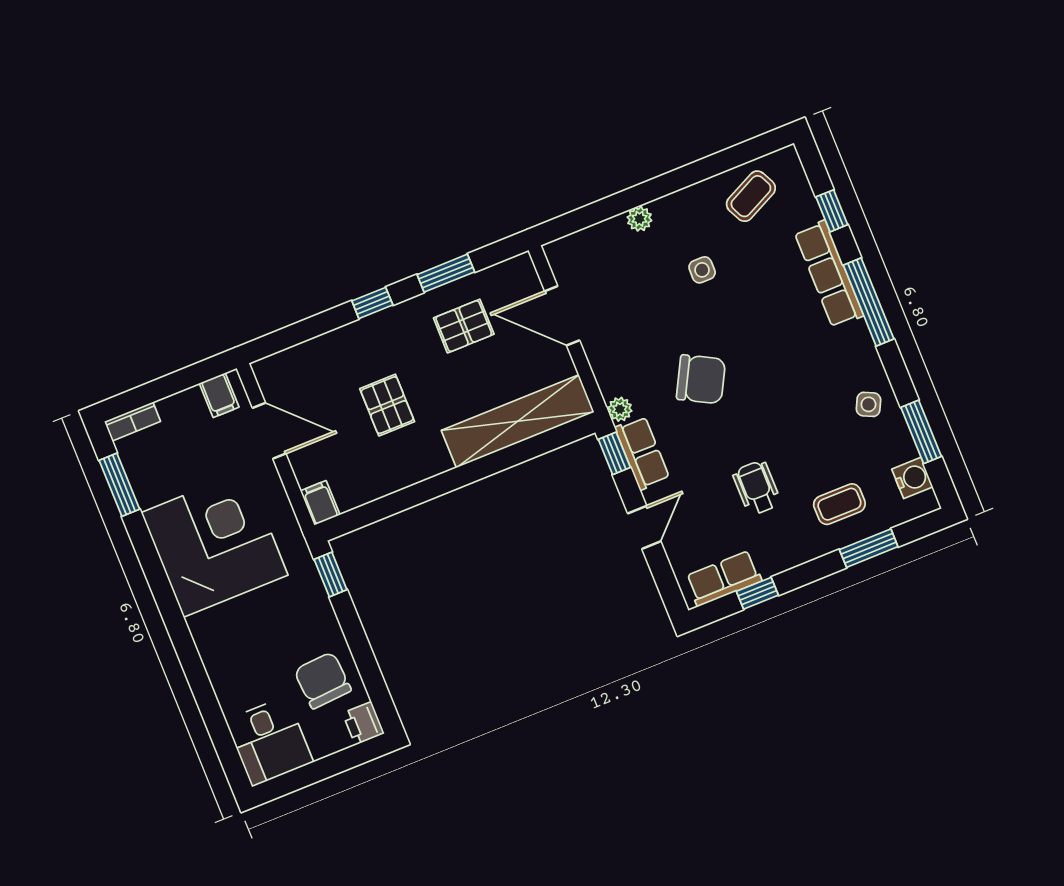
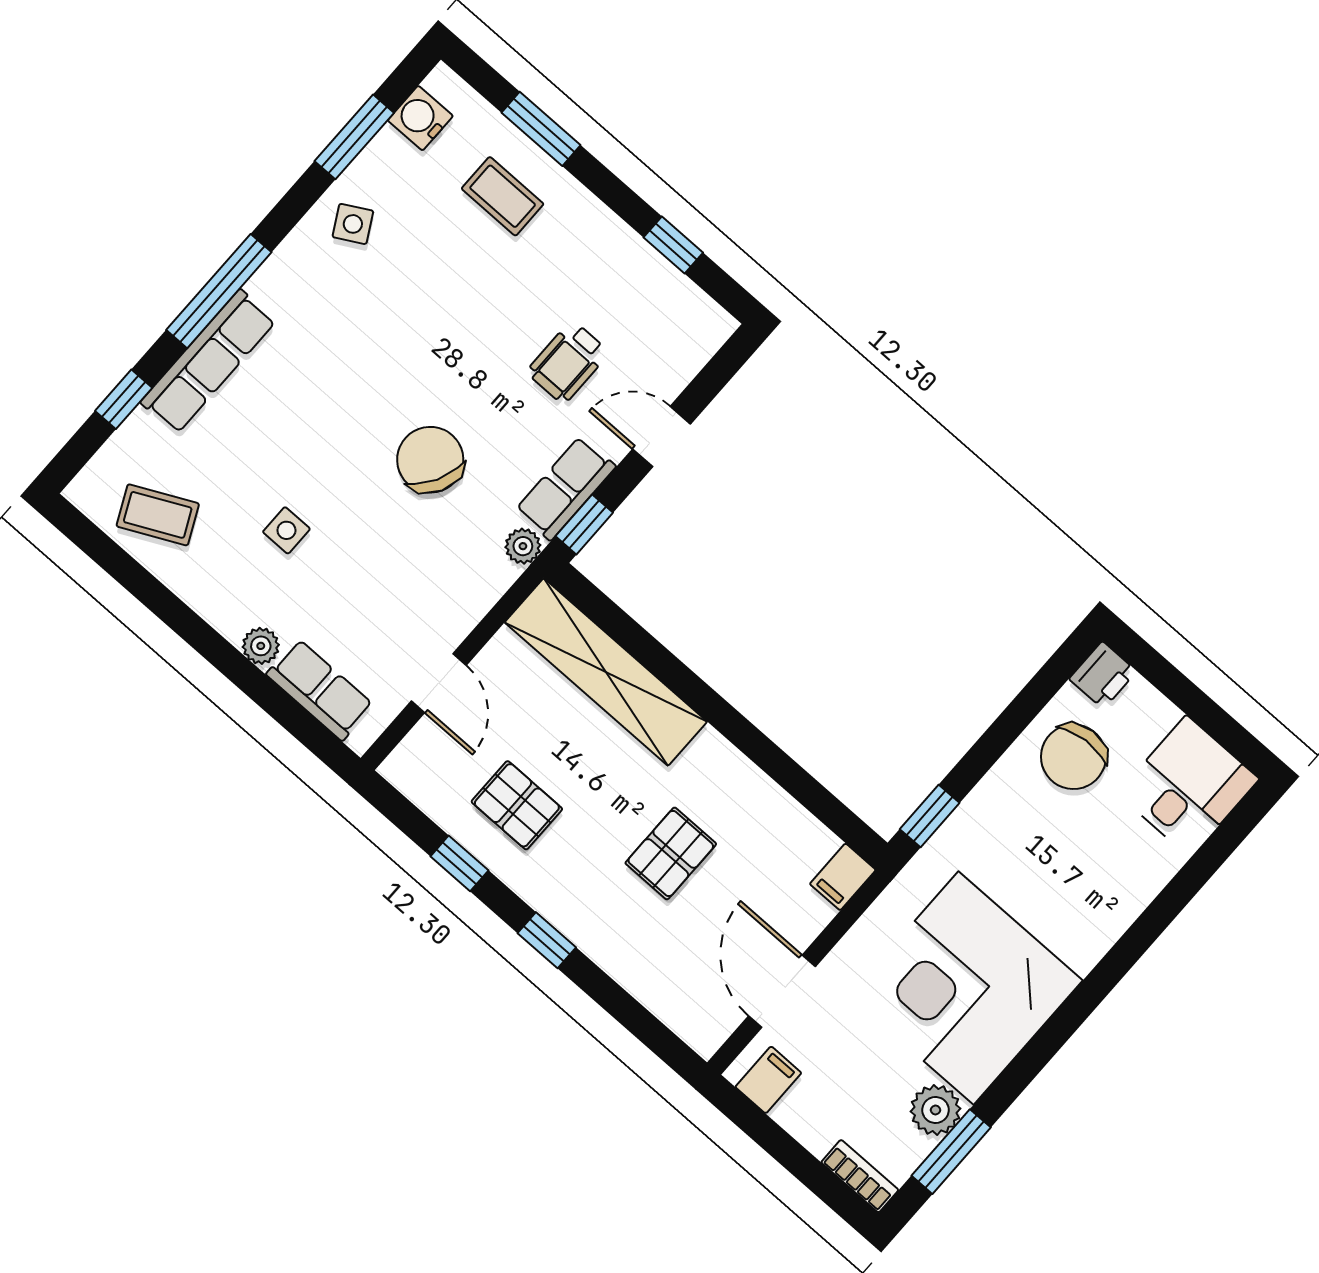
window: (446, 273) -> (459, 863), width x0.67
door: (562, 316) -> (439, 683), width x0.73
side table: (868, 404) -> (353, 224), turned 35
plant: (150, 488) -> (936, 1110), added
wheelchair: (757, 488) -> (568, 362), moved
row of seats: (724, 579) -> (320, 690), moved, turned 180

